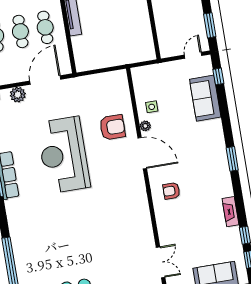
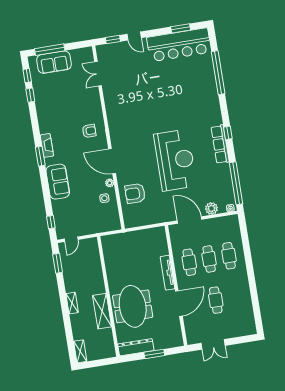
door: (45, 80) -> (189, 220), swing flipped
sofa: (205, 98) -> (58, 182), moved
armchair: (112, 127) -> (135, 193), moved
fireplace: (231, 212) -> (47, 145), moved

